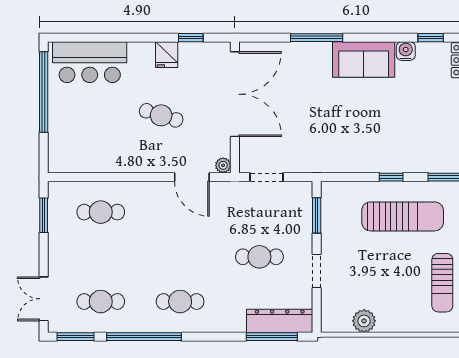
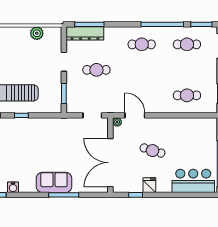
sofa: (364, 59) -> (54, 182), moved

